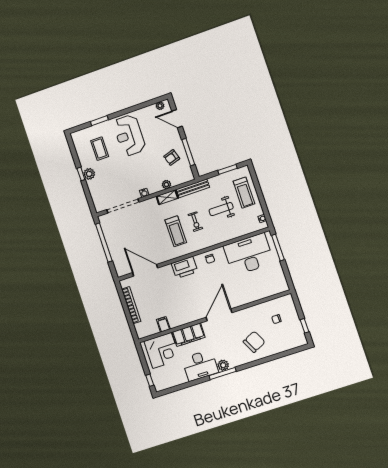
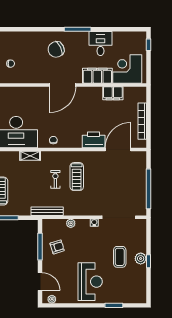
coffee table: (100, 149) -> (120, 257), moved
shelving: (167, 197) -> (30, 156), moved
weight bench: (221, 209) -> (27, 183), removed
treadmill: (176, 231) -> (77, 177), turned 180
printer: (185, 267) -> (94, 140), moved
door: (145, 270) -> (118, 150), swing flipped
filing cabinet: (163, 324) -> (113, 93), width x2.00
chair: (254, 342) -> (56, 49), moved
desk: (200, 365) -> (100, 43), width x0.73
plant: (223, 365) -> (74, 37), removed

